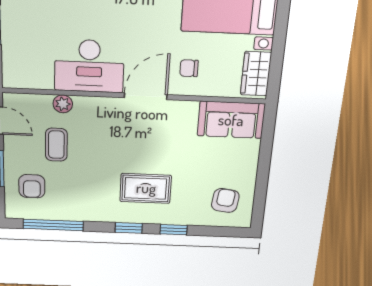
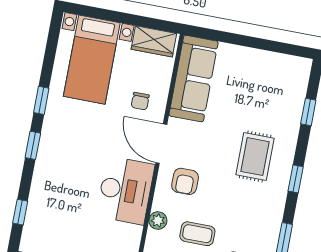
sofa: (231, 120) -> (194, 79), width x1.36
armchair: (225, 201) -> (185, 181), moved, turned -97
window: (174, 230) -> (308, 112), moved

